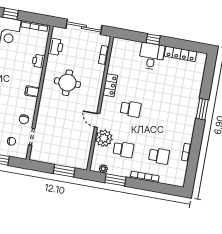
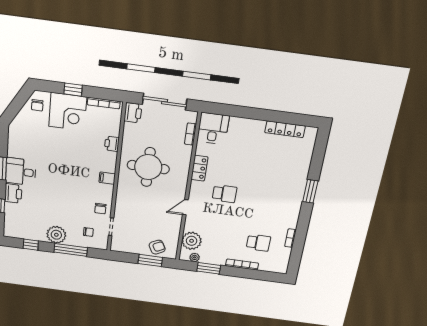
window: (153, 39) -> (251, 113), removed
printer: (56, 47) -> (133, 113), moved
desk: (152, 56) -> (213, 128), moved
round table: (67, 83) -> (148, 167), width x1.36, depth x1.36
door: (97, 120) -> (185, 207), hinge flipped
plant: (104, 138) -> (192, 241), moved
school desk: (123, 150) -> (217, 237), removed
armchair: (71, 158) -> (157, 247), added

